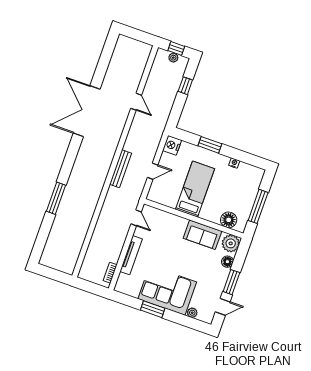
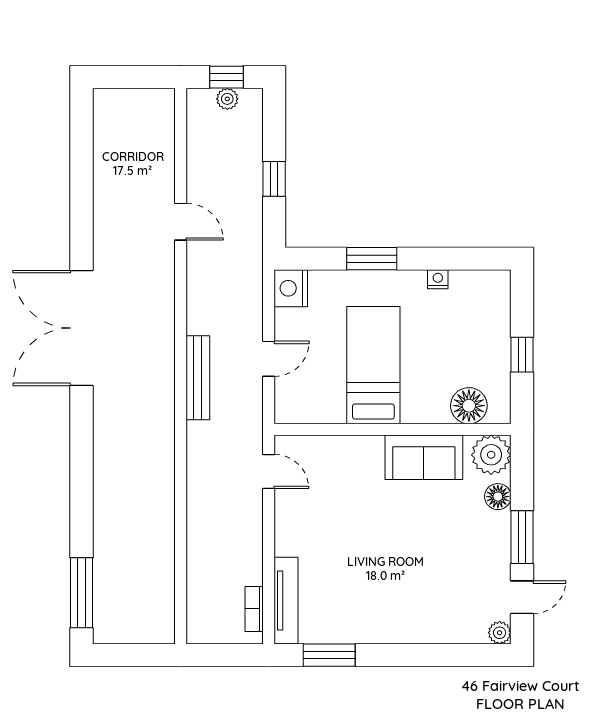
window: (185, 86) -> (274, 179), moved
double door: (87, 111) -> (82, 328), moved
window: (56, 198) -> (82, 593), moved
window: (258, 206) -> (522, 355), width x0.46
tv unit: (131, 255) -> (286, 601), moved
corner sofa: (167, 290) -> (391, 604), removed
window: (153, 309) -> (329, 655), moved
plant: (192, 313) -> (500, 633), moved

